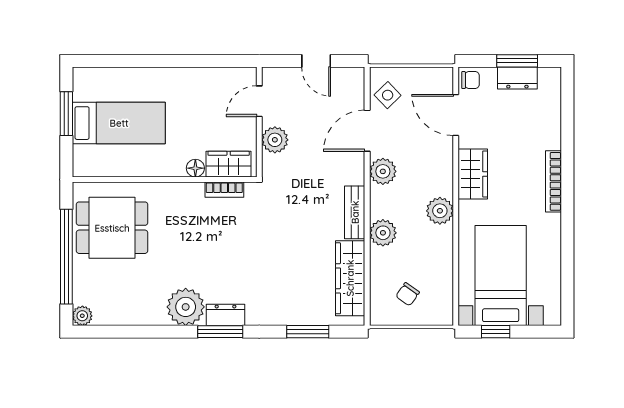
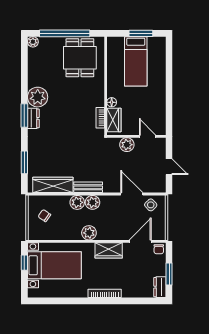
door: (316, 61) -> (169, 167), swing flipped
dresser: (517, 78) -> (160, 287), moved
plant: (383, 171) -> (92, 202), moved

